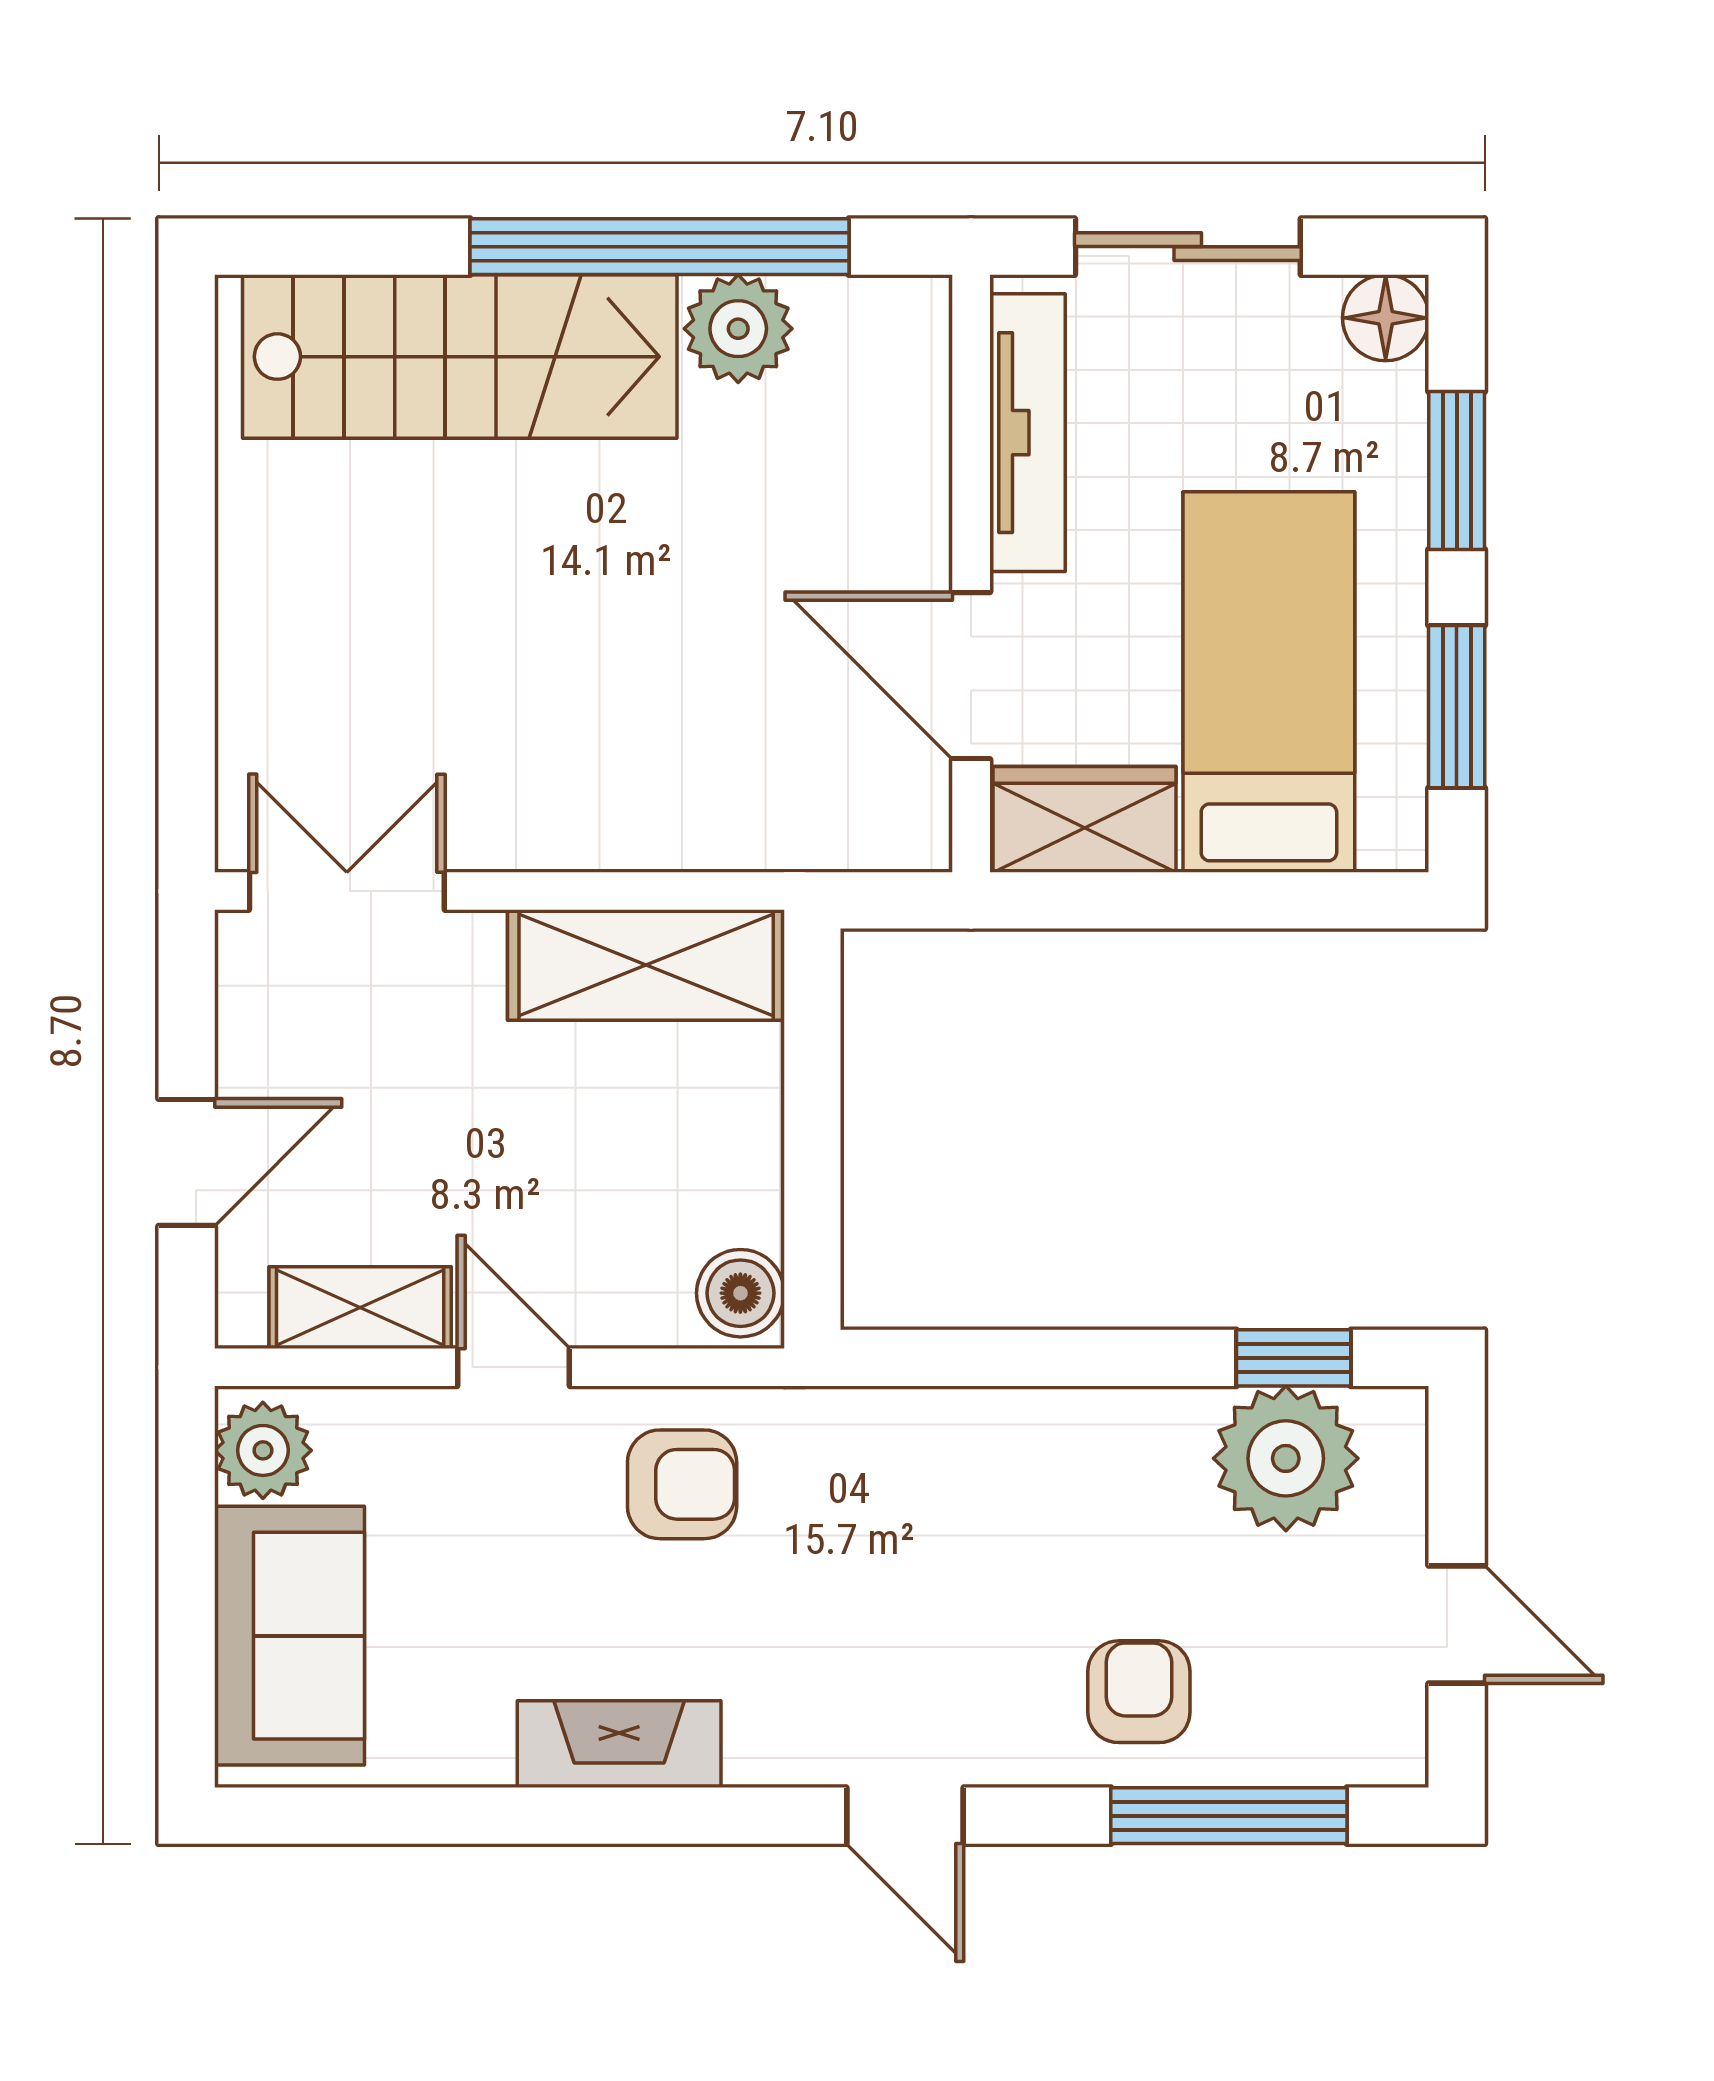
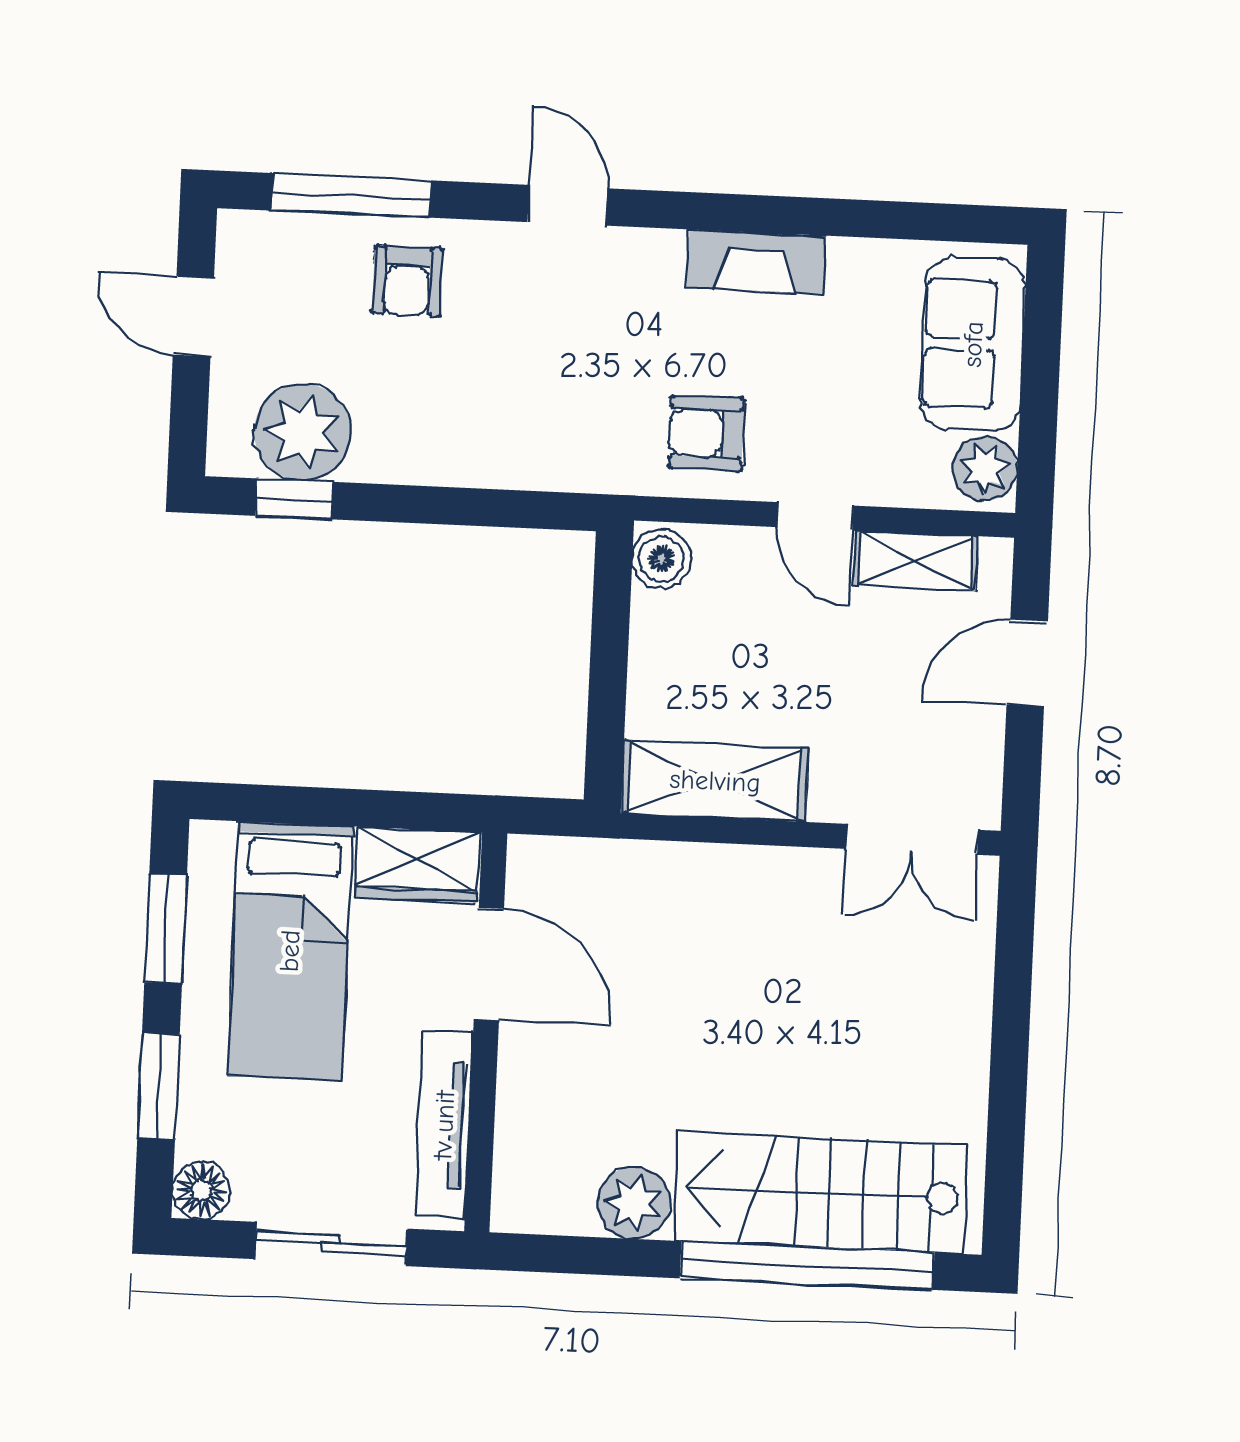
window: (660, 247) -> (807, 1266), moved

